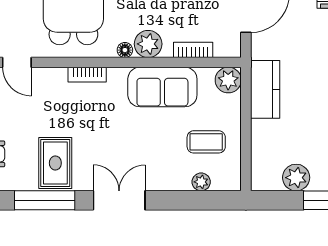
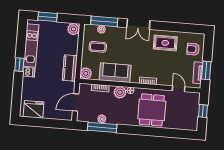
rug: (55, 163) -> (165, 43), turned 90
plant: (296, 178) -> (73, 29), moved
window: (45, 200) -> (104, 21), moved

